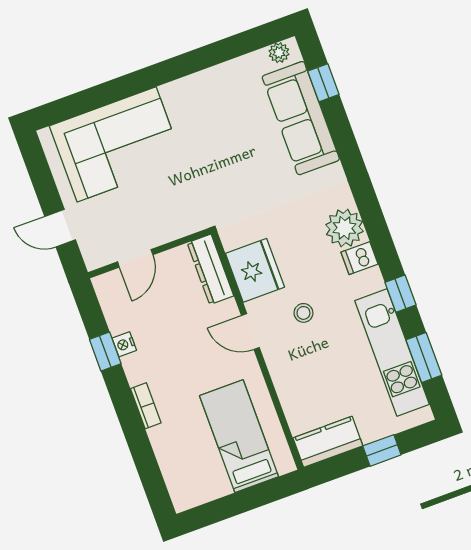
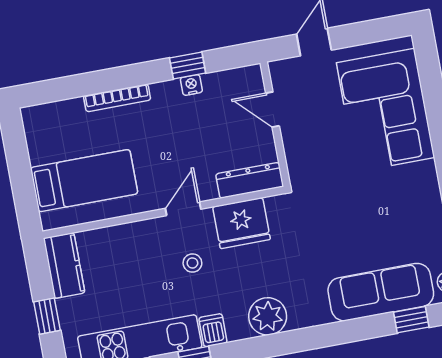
dishwasher: (359, 258) -> (213, 330), moved
bookcase: (146, 406) -> (117, 98), width x1.56

